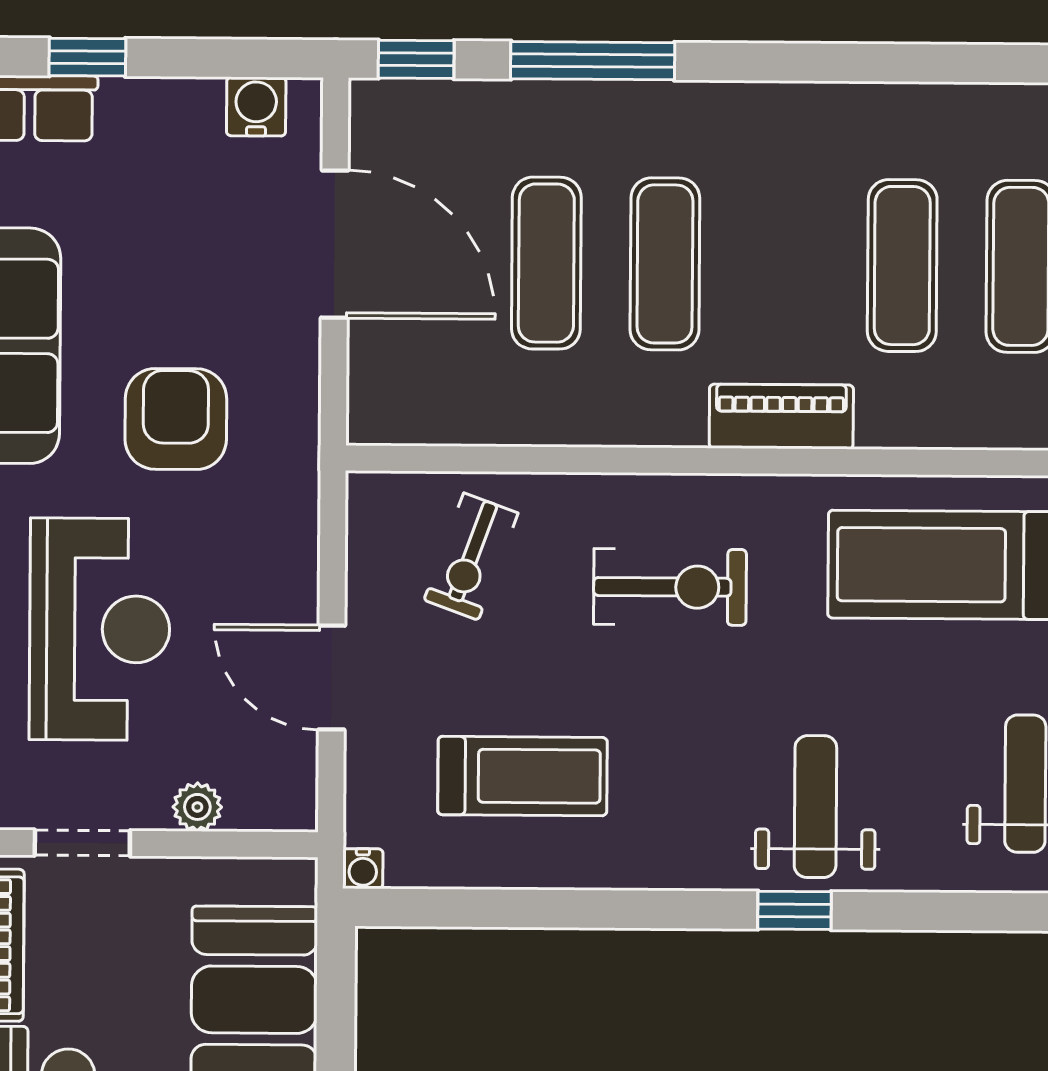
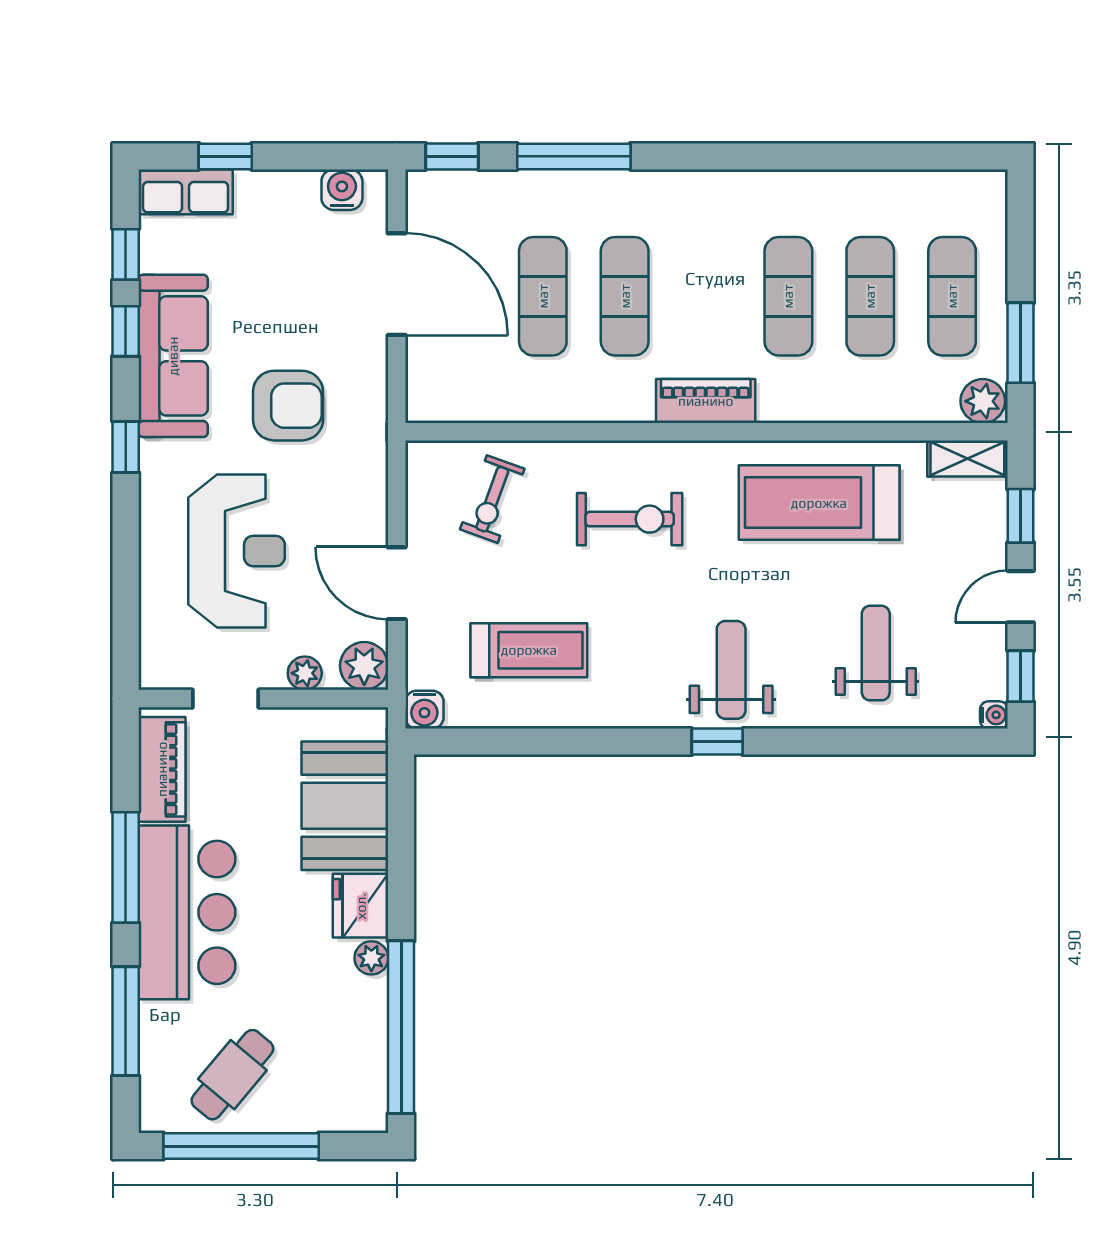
armchair: (176, 419) -> (288, 406), turned 90
plant: (284, 797) -> (364, 666), added
water cooler: (363, 869) -> (424, 710), width x1.38, depth x1.38

